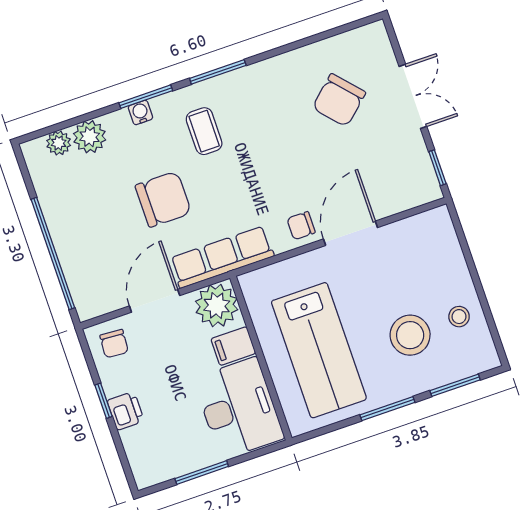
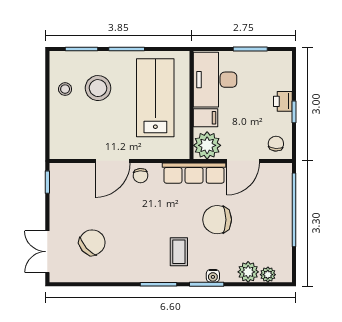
double door: (413, 96) -> (47, 252), moved
chair: (301, 226) -> (140, 176), turned 86

